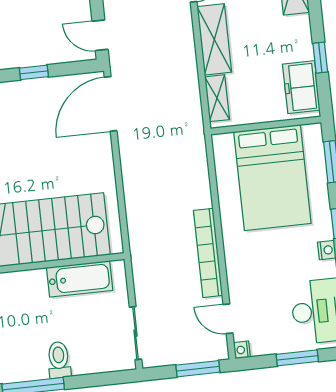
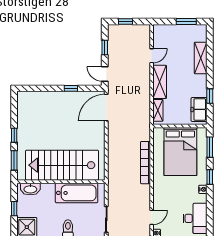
bookcase: (208, 253) -> (145, 163), moved
bathtub: (80, 279) -> (77, 193), width x1.36, depth x1.36
door: (228, 319) -> (152, 217), swing flipped

